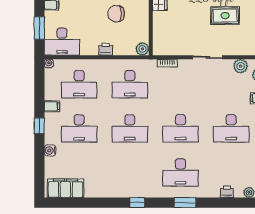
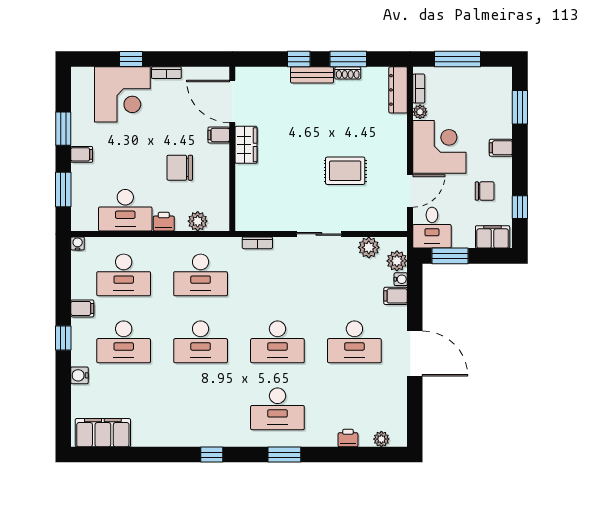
desk: (62, 42) -> (125, 210), moved
plant: (142, 49) -> (198, 221), moved

